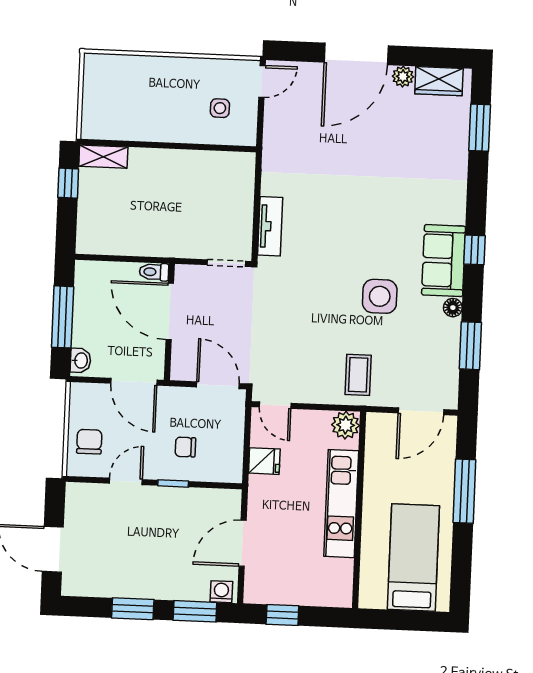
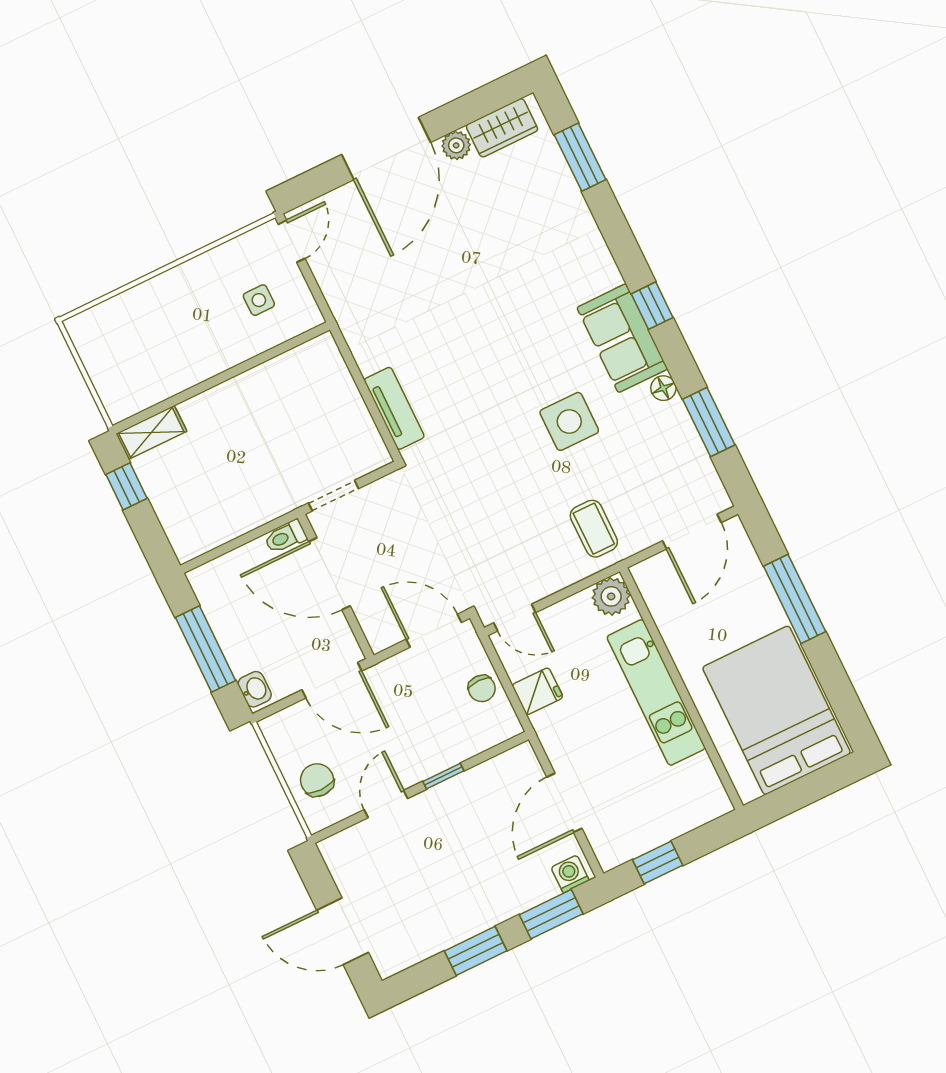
doorway: (226, 263) -> (333, 496), moved
chair: (185, 447) -> (482, 688), moved, turned -90
bed: (413, 557) -> (777, 710), width x1.50

